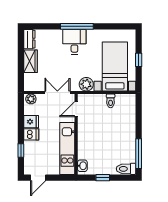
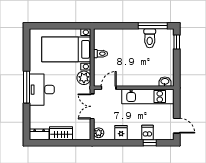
desk: (74, 42) -> (42, 90), width x1.37
window: (139, 60) -> (60, 26), removed
door: (76, 109) -> (109, 88), swing flipped
dishwasher: (31, 134) -> (147, 132), moved
toilet: (126, 169) -> (150, 38), moved
window: (103, 178) -> (177, 42), moved

